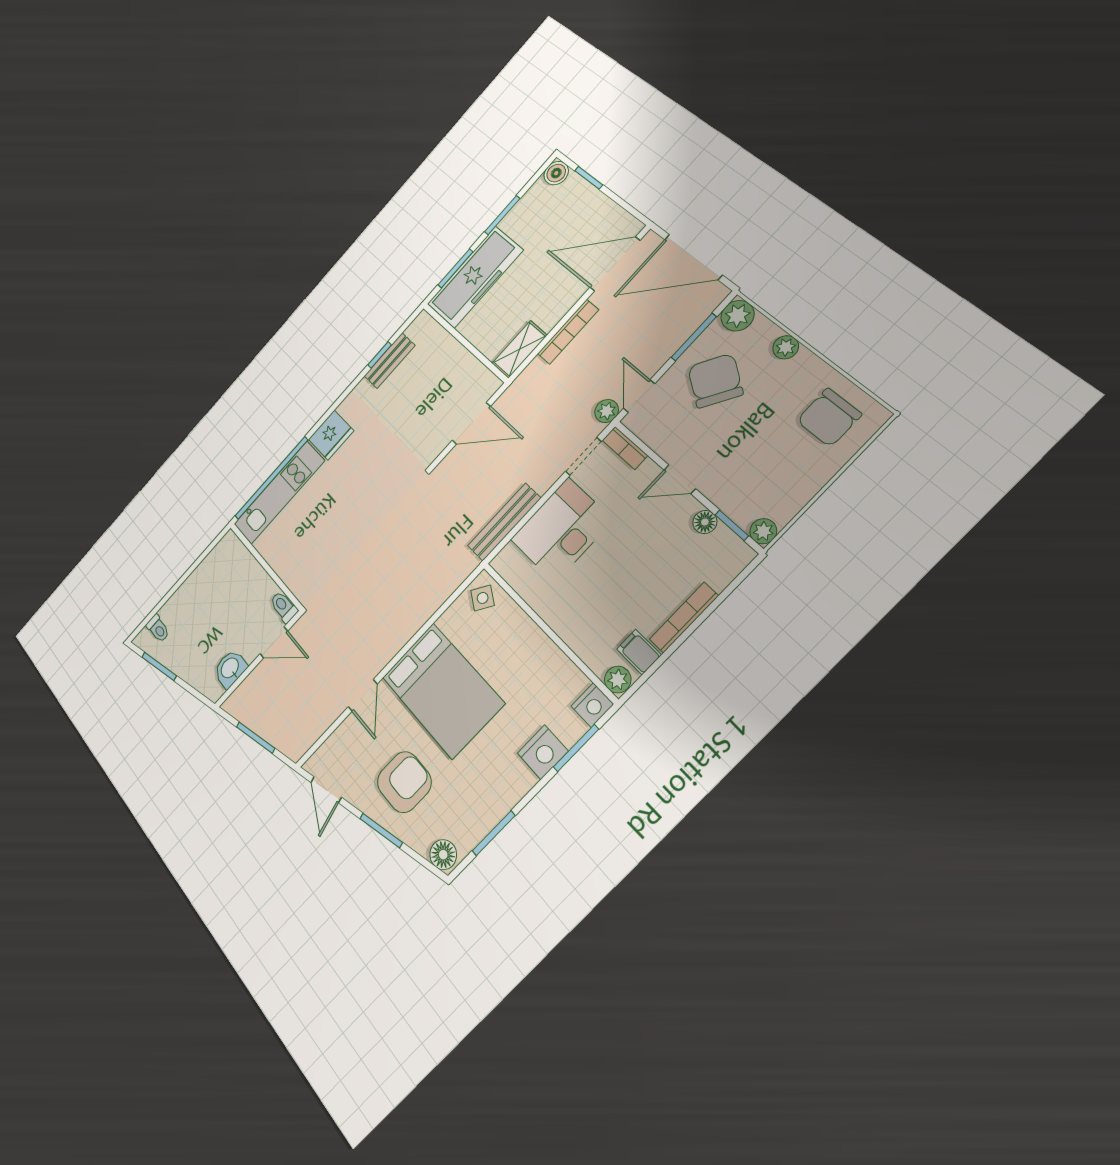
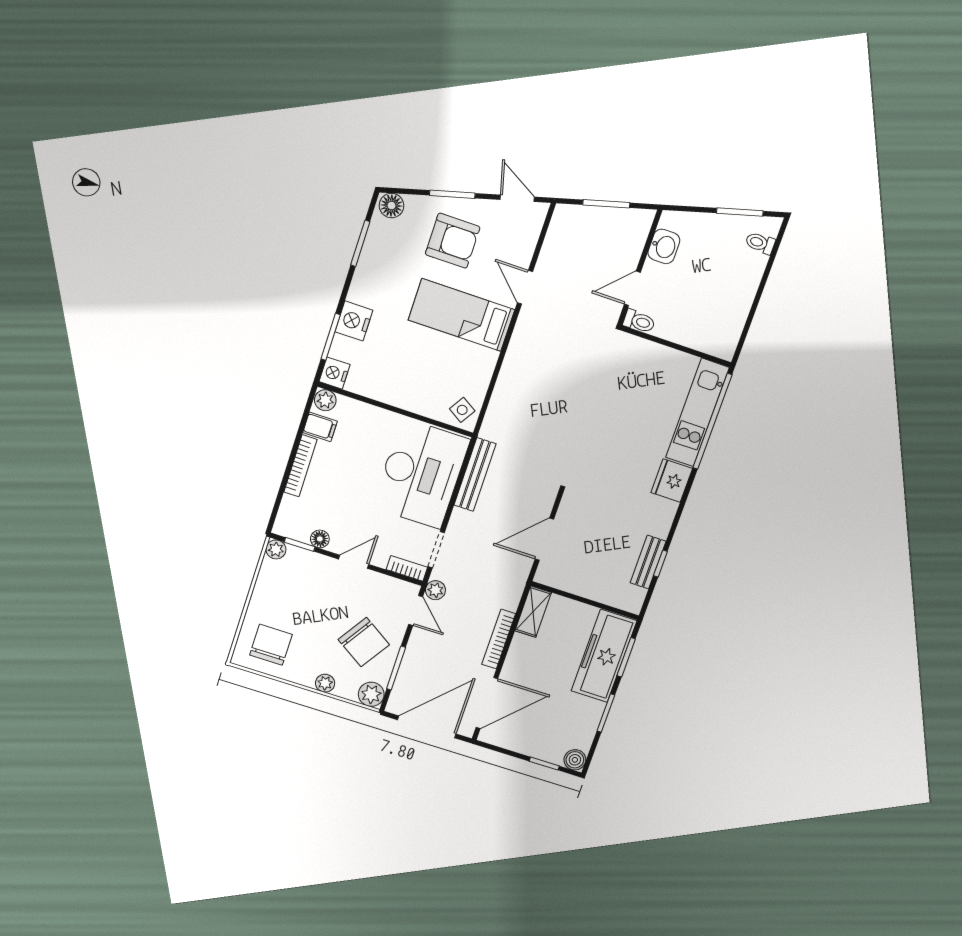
desk: (561, 530) -> (421, 474), width x1.36, depth x1.30
bed: (443, 690) -> (461, 315), width x0.67
armchair: (404, 782) -> (453, 241), turned -90

